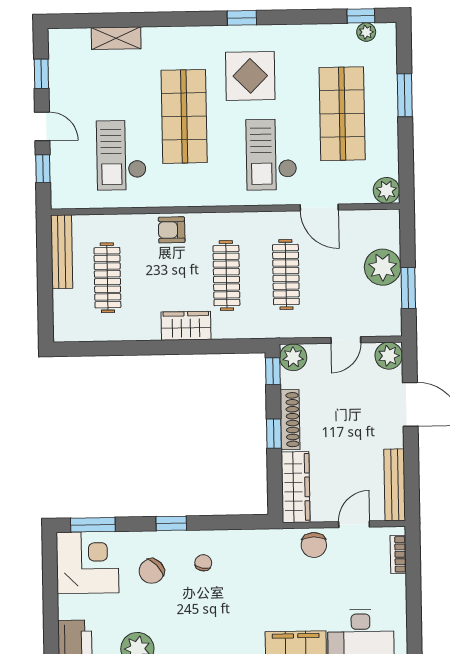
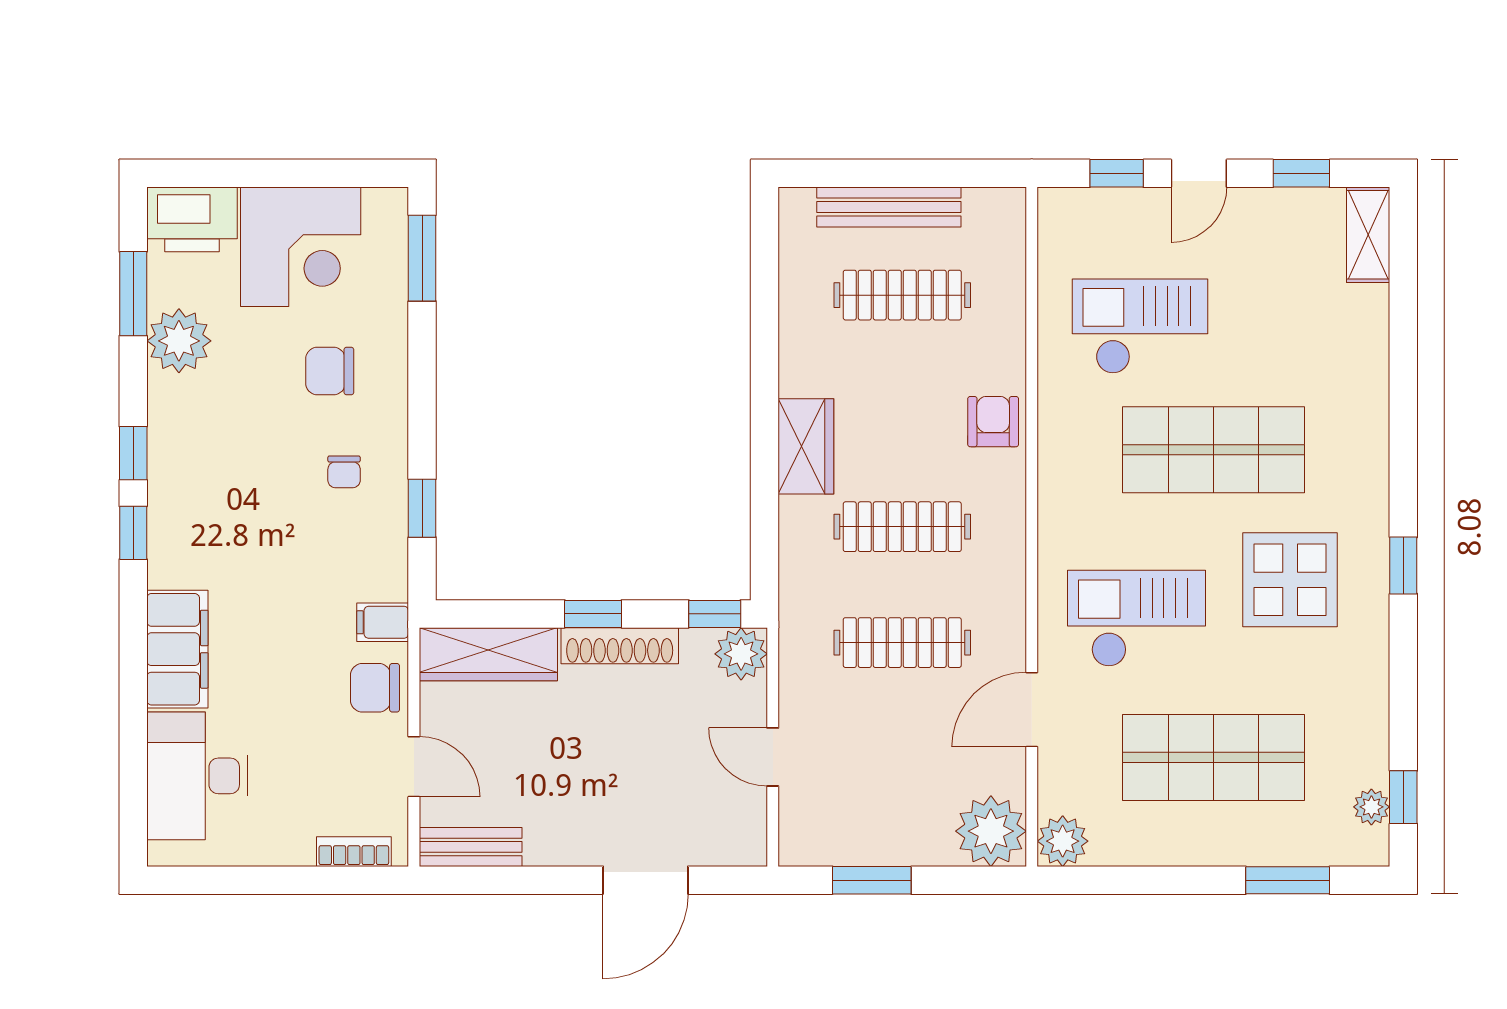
shelving: (116, 38) -> (1368, 235), moved
window: (405, 95) -> (1288, 880), moved
bench: (62, 252) -> (889, 207), moved
plant: (383, 267) -> (991, 831), moved
plant: (389, 356) -> (741, 840), removed
bench: (395, 485) -> (471, 847), width x0.73
window: (171, 523) -> (422, 508), moved
filing cabinet: (280, 542) -> (383, 622), added
corner desk: (88, 563) -> (301, 247), moved
chair: (203, 563) -> (344, 472), turned 79
chair: (152, 571) -> (330, 371), turned -46

